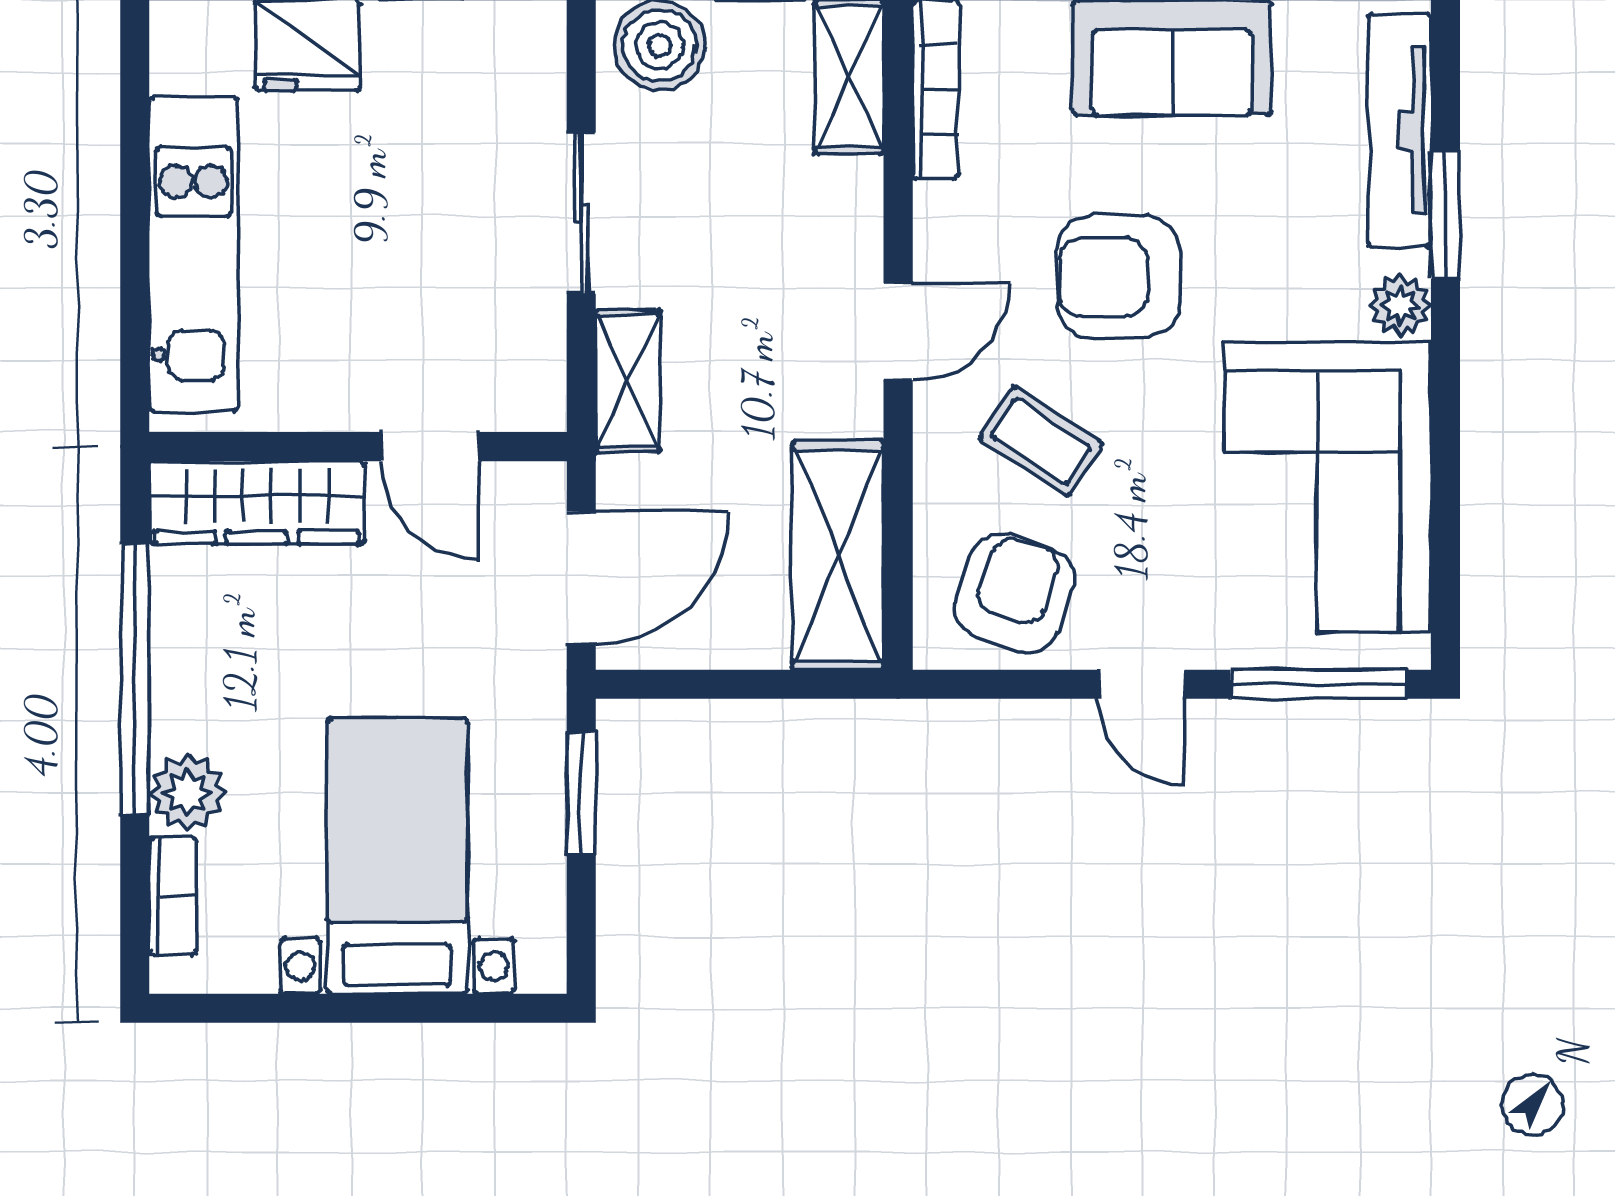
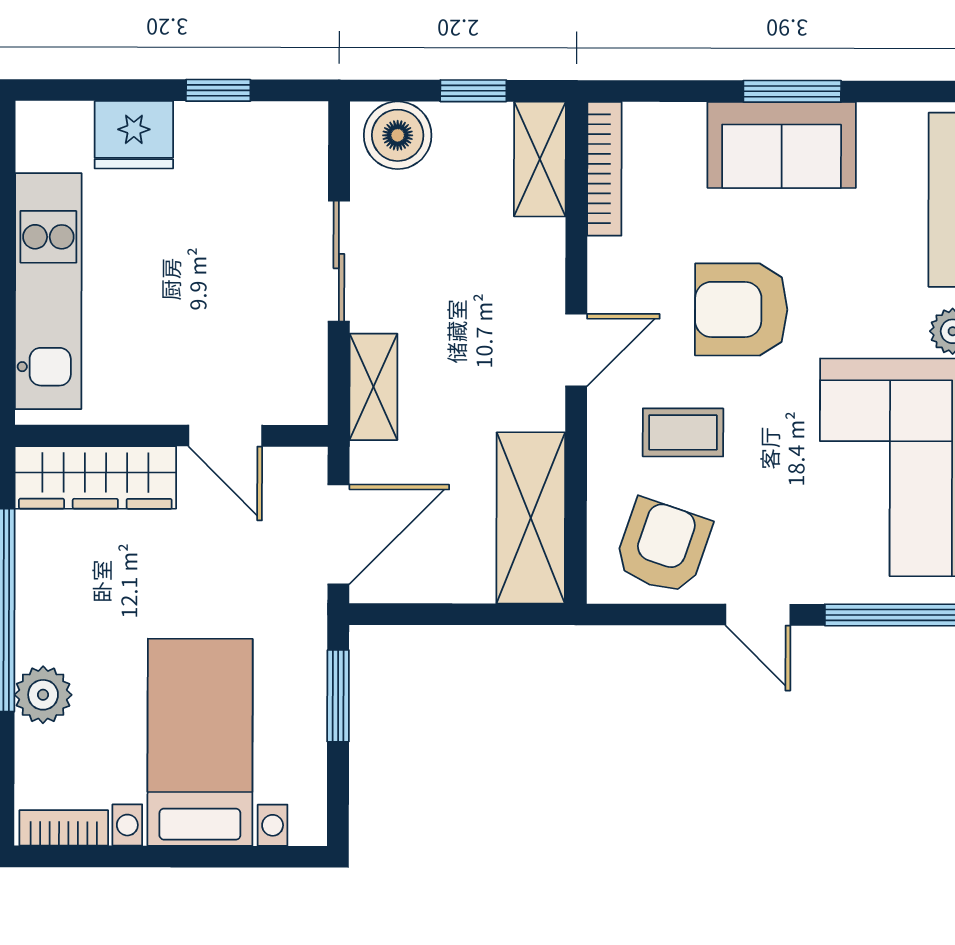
coffee table: (1041, 441) -> (683, 432), turned -33
bookcase: (173, 896) -> (64, 828), moved, turned -90

